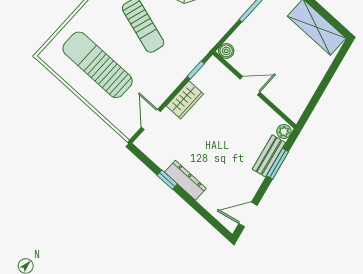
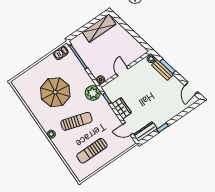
plant: (200, 43) -> (93, 93), added
sun lounger: (98, 65) -> (92, 151), width x0.73, depth x0.75
dresser: (185, 180) -> (145, 131), moved

